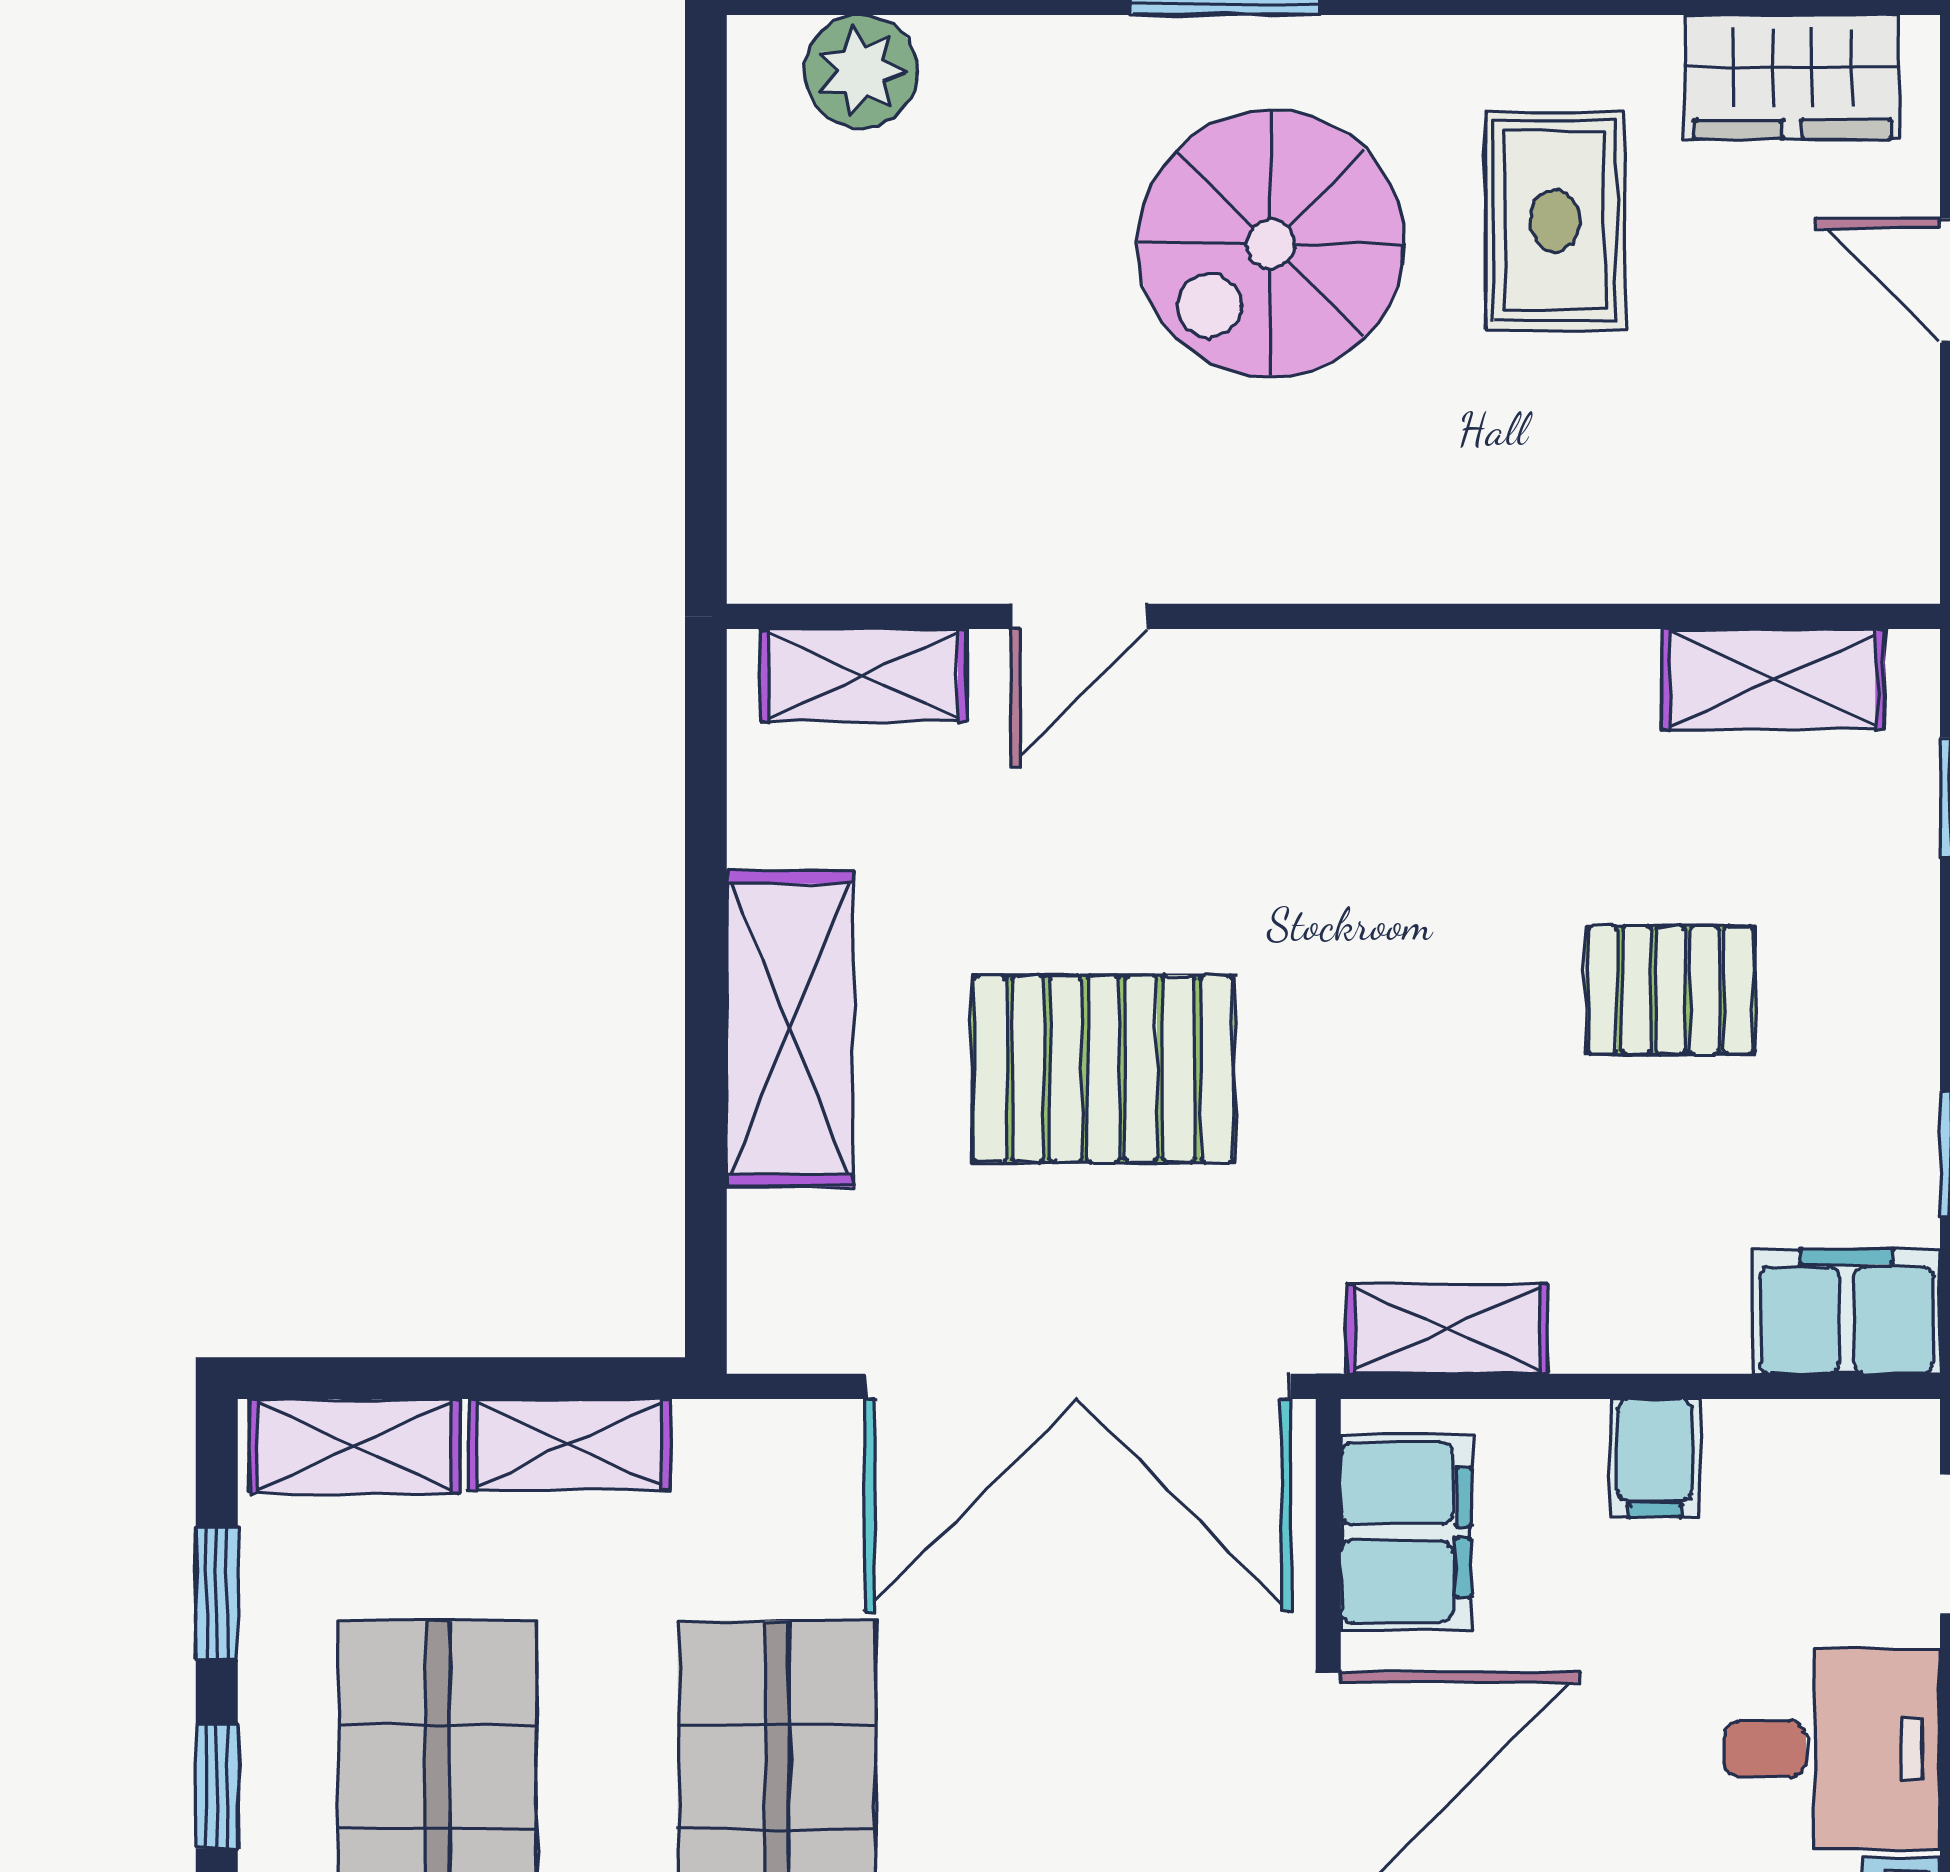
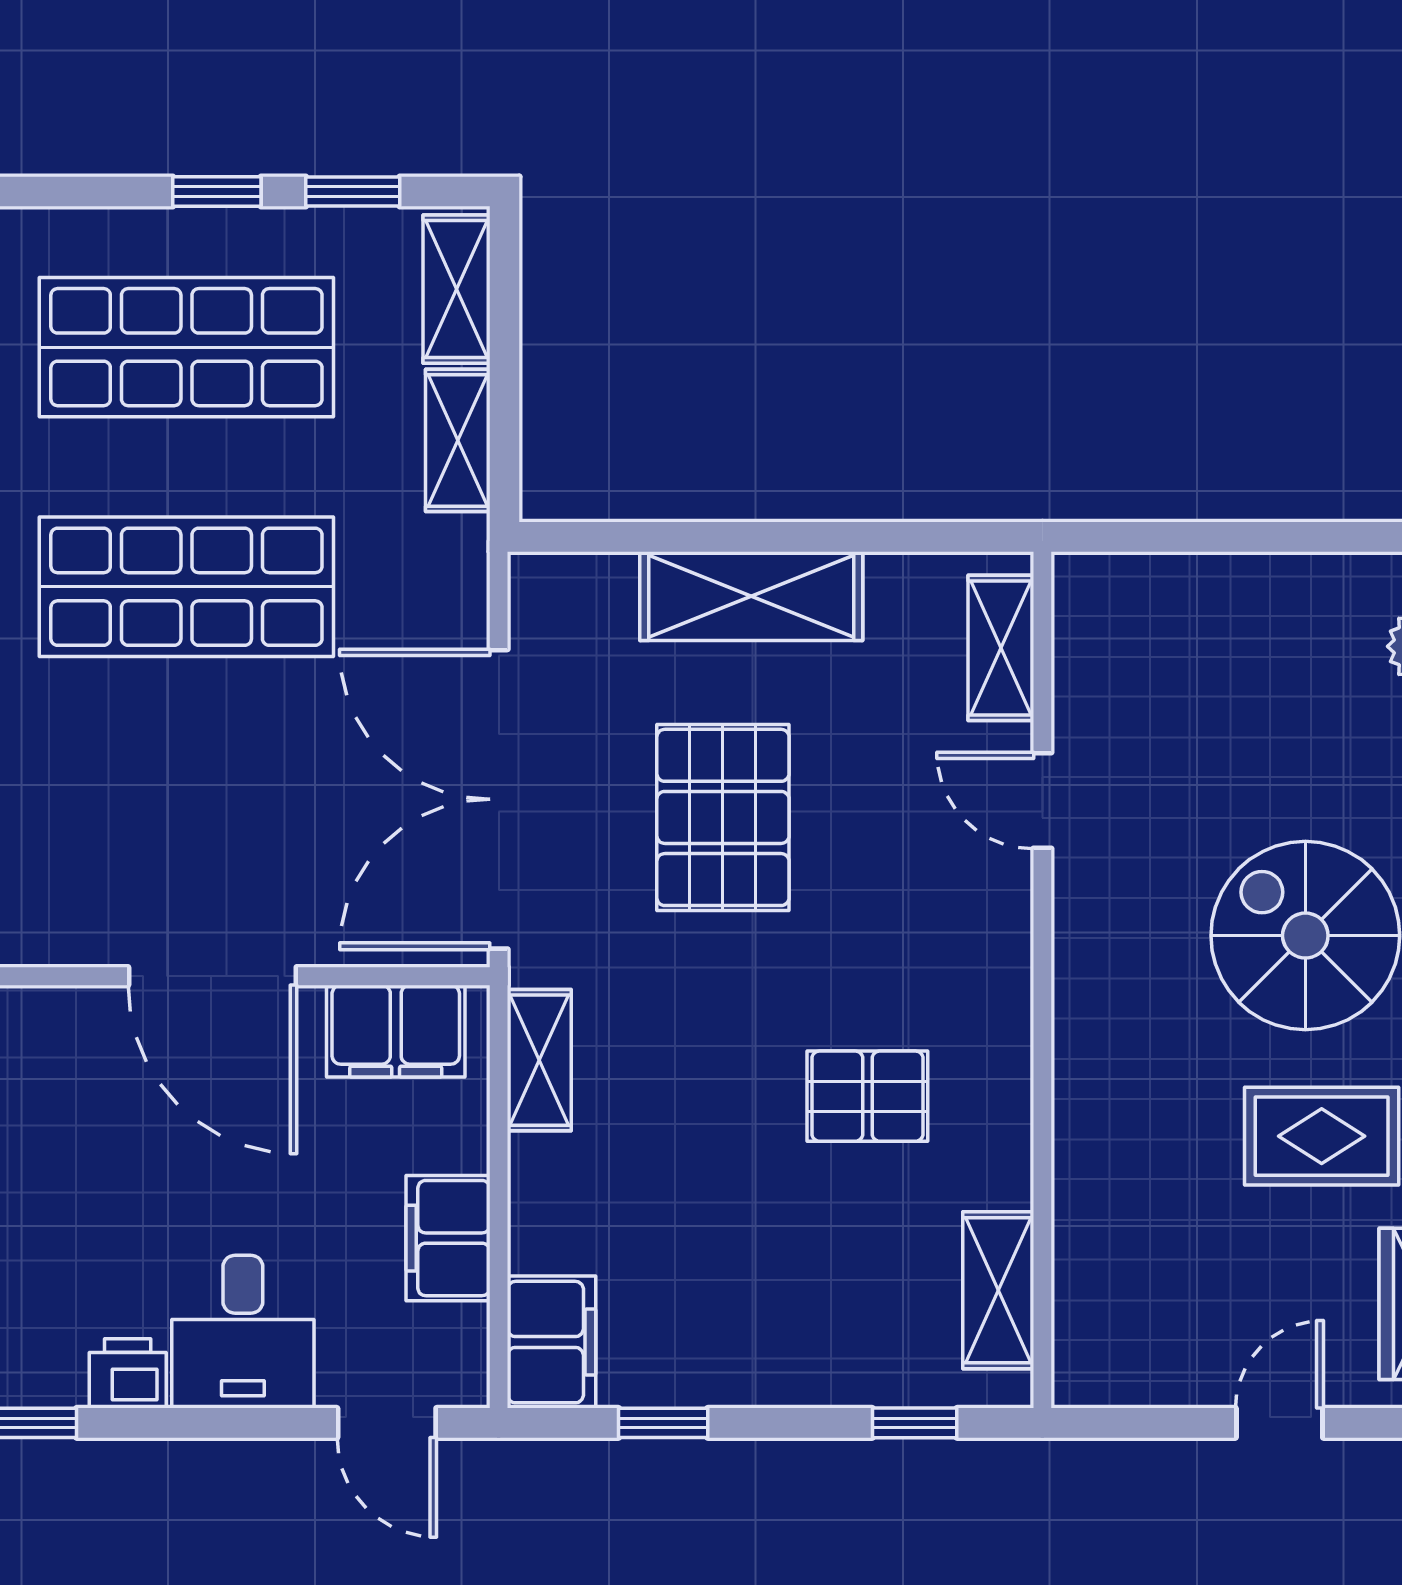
pallet: (1670, 990) -> (867, 1096), moved, turned 90
filing cabinet: (1655, 1458) -> (448, 1238), width x2.00

